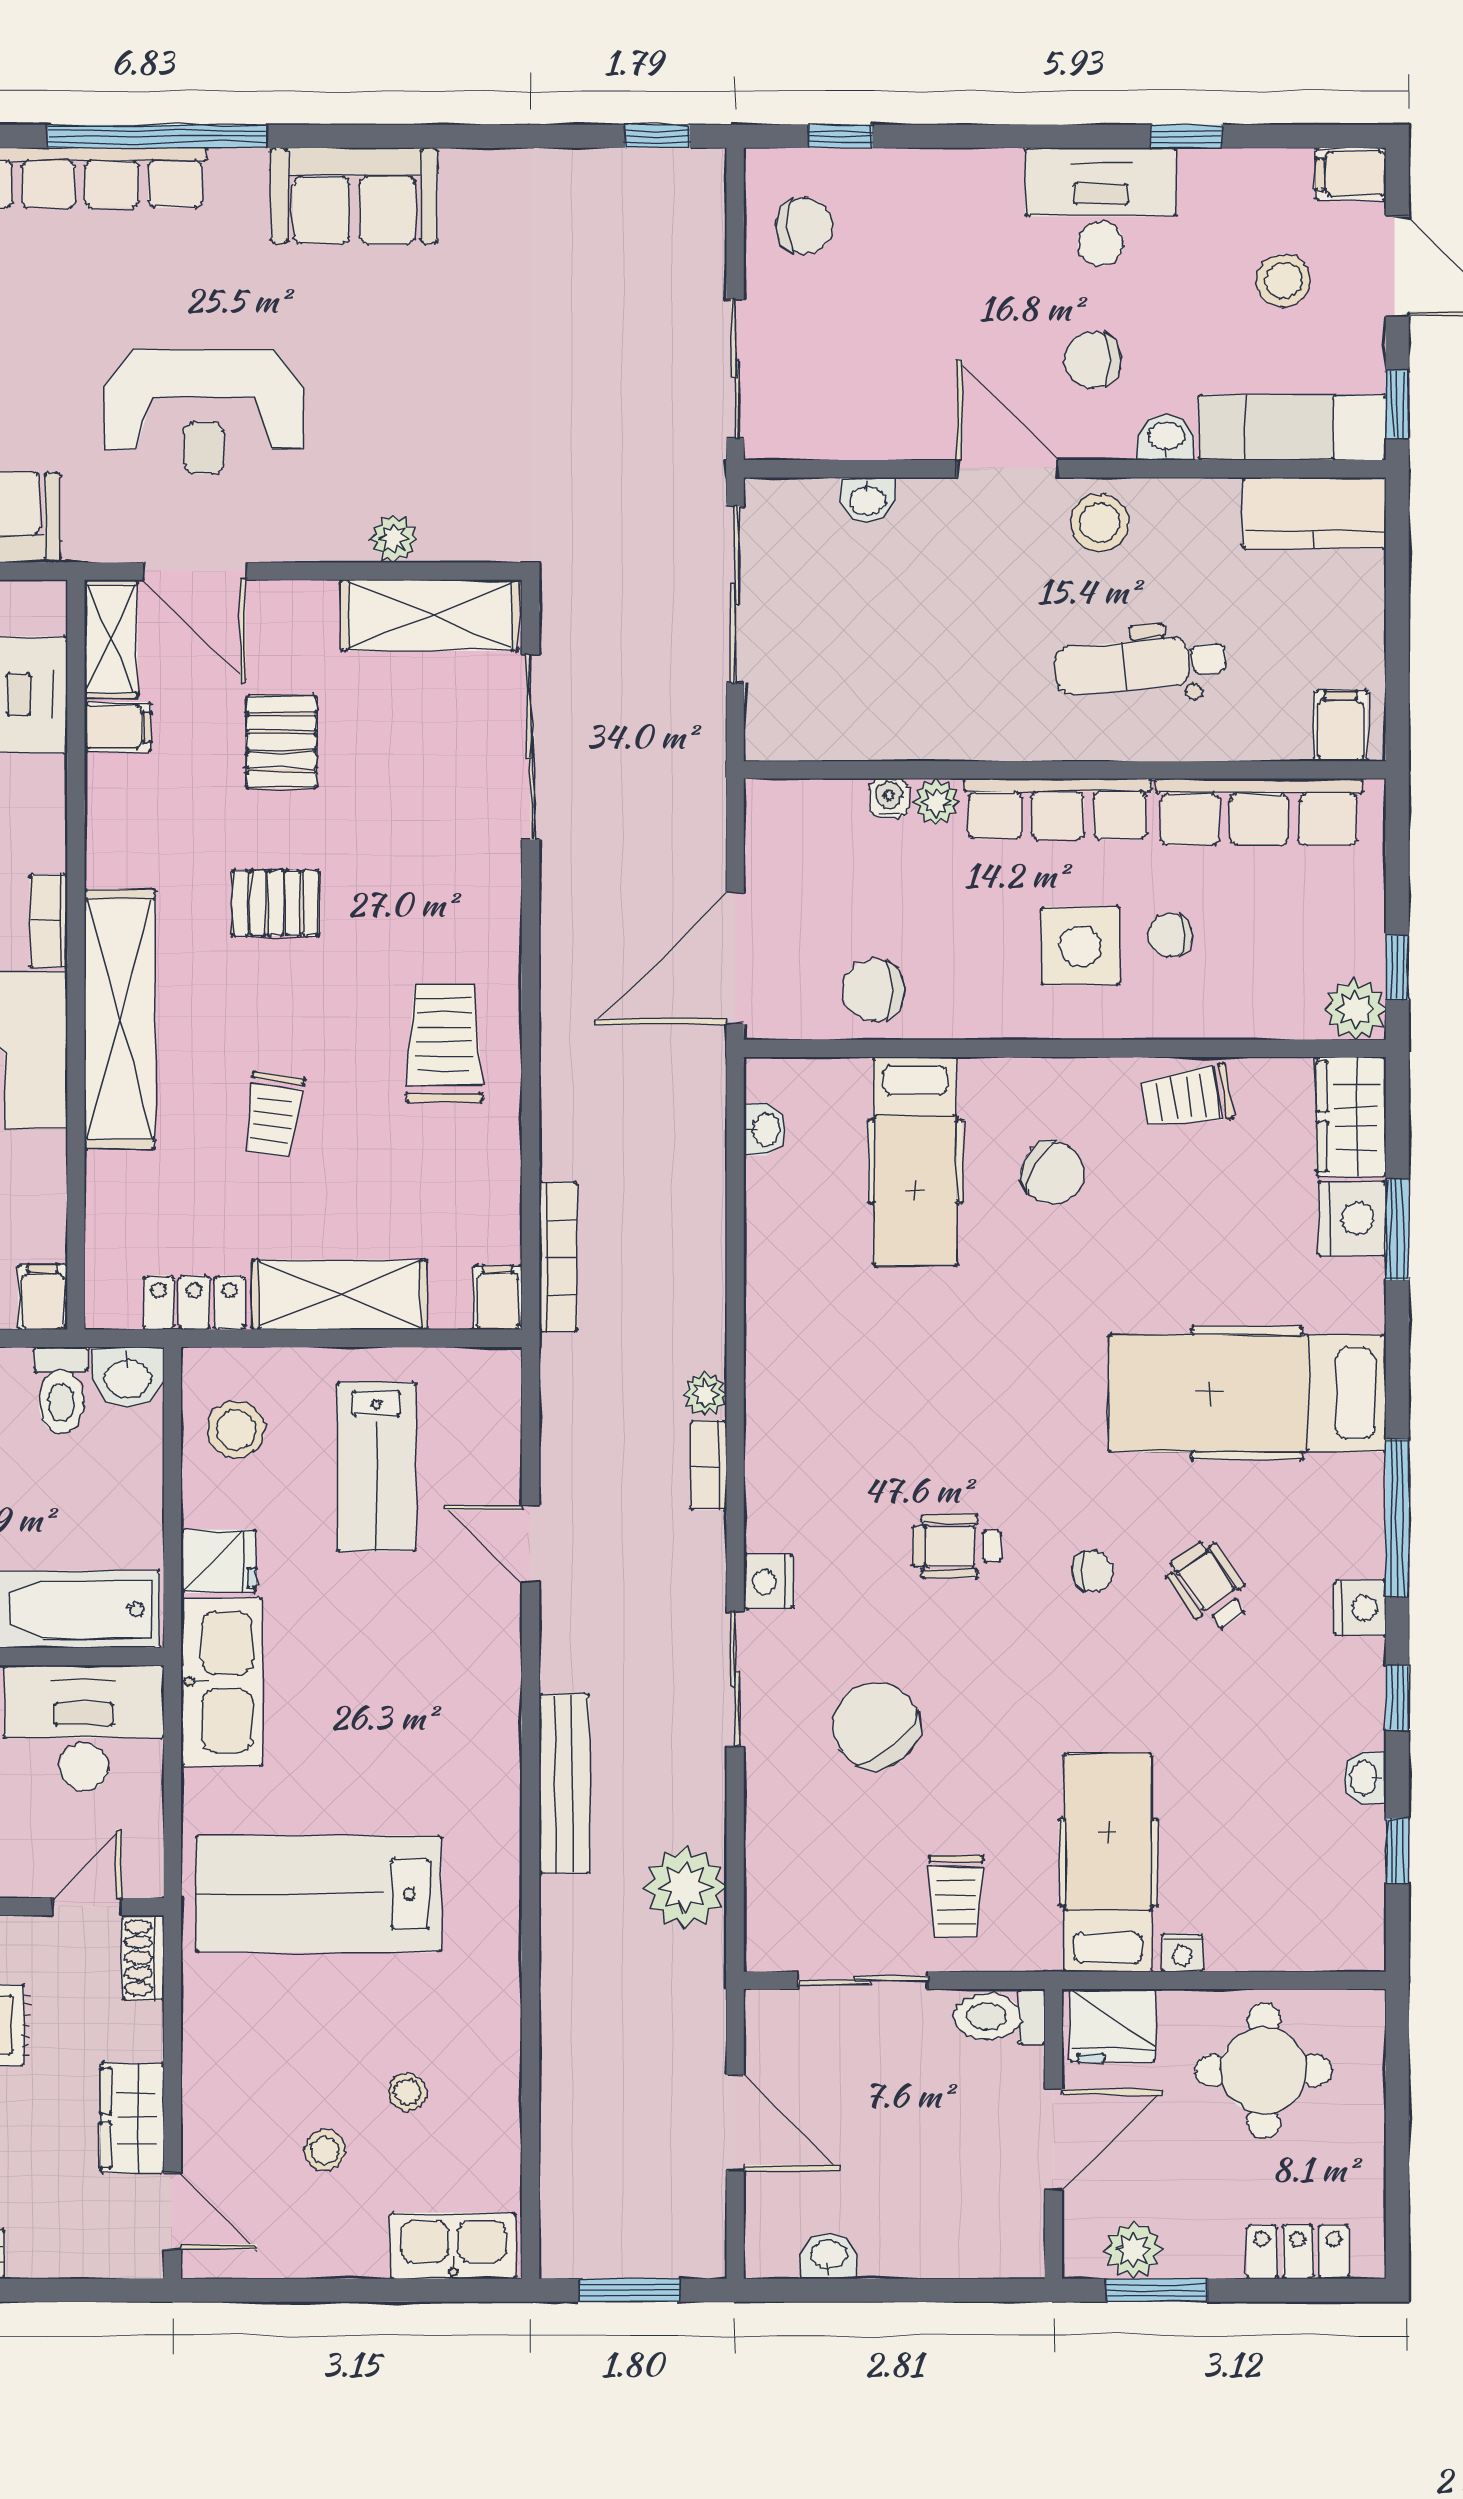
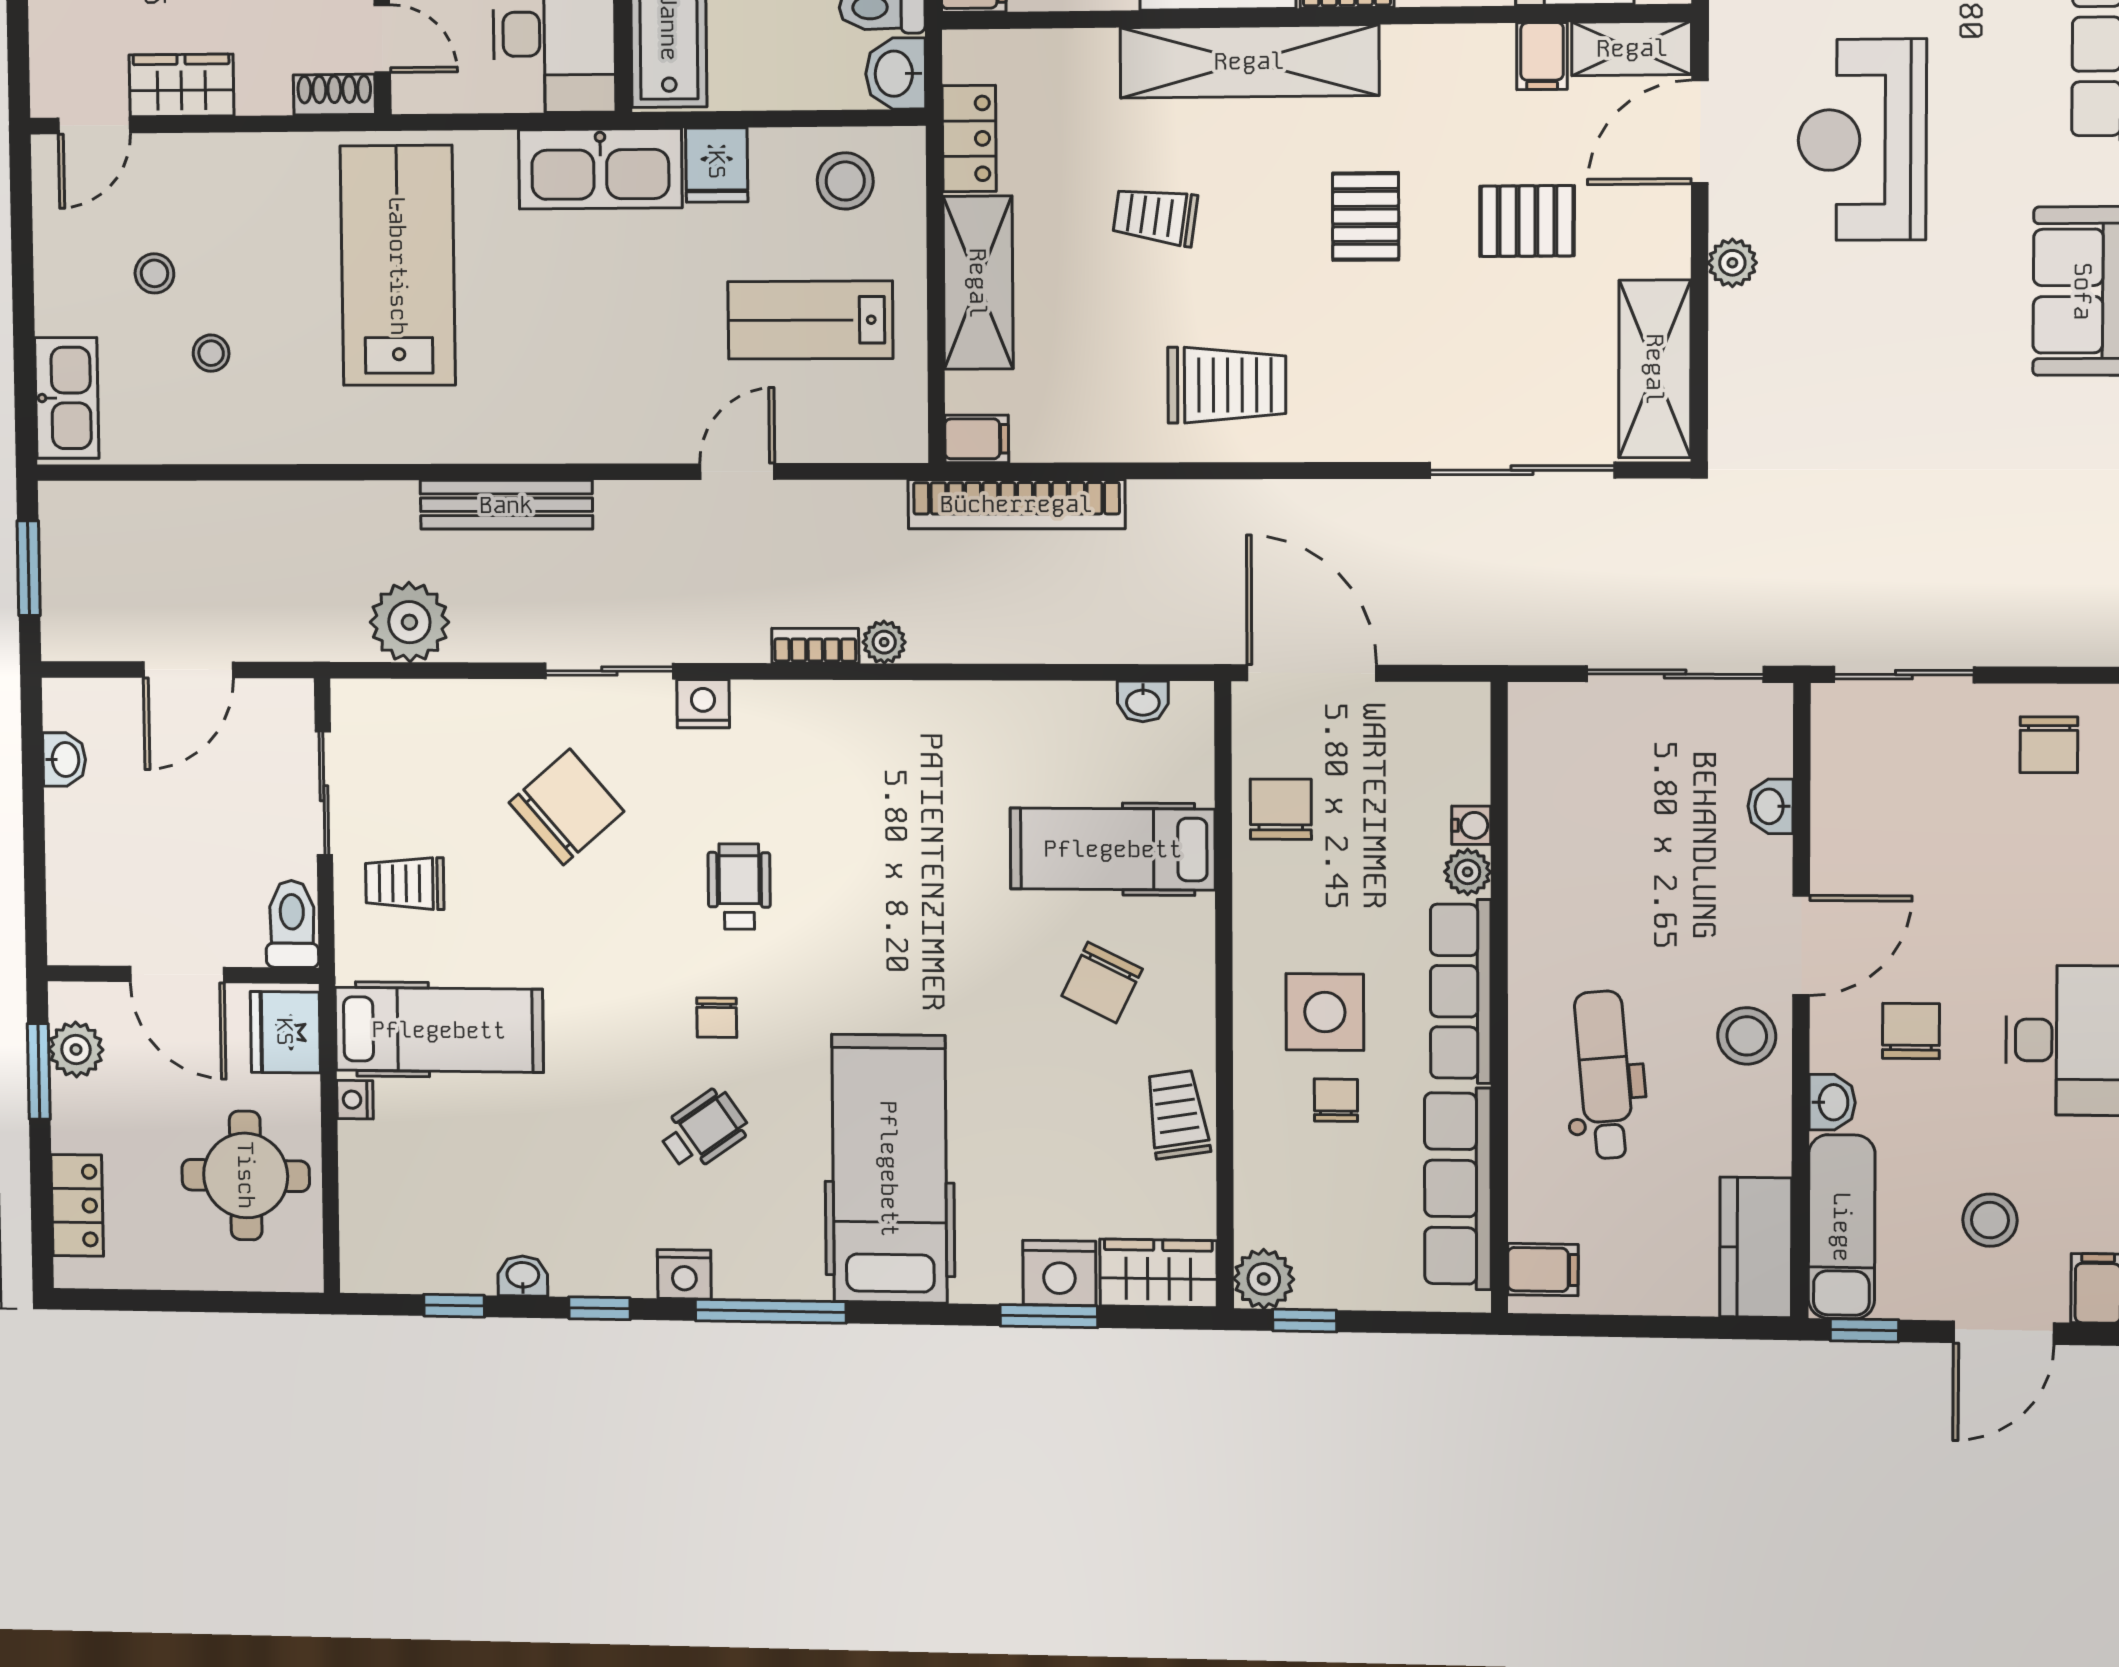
plant: (394, 539) -> (1732, 263), moved
bookcase: (558, 1257) -> (1016, 504), width x1.48, depth x1.31

